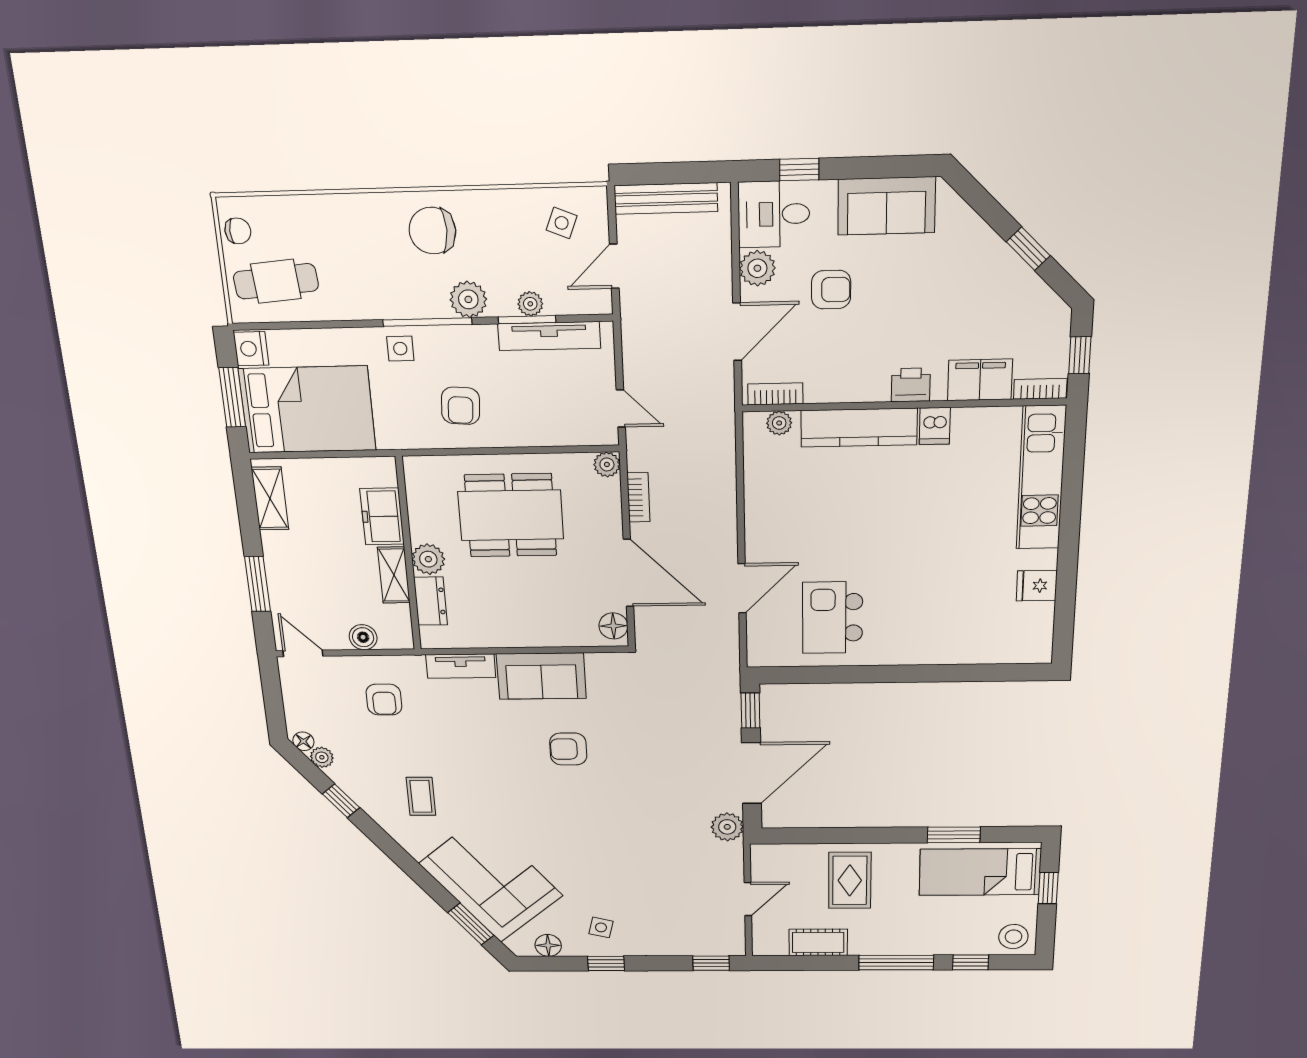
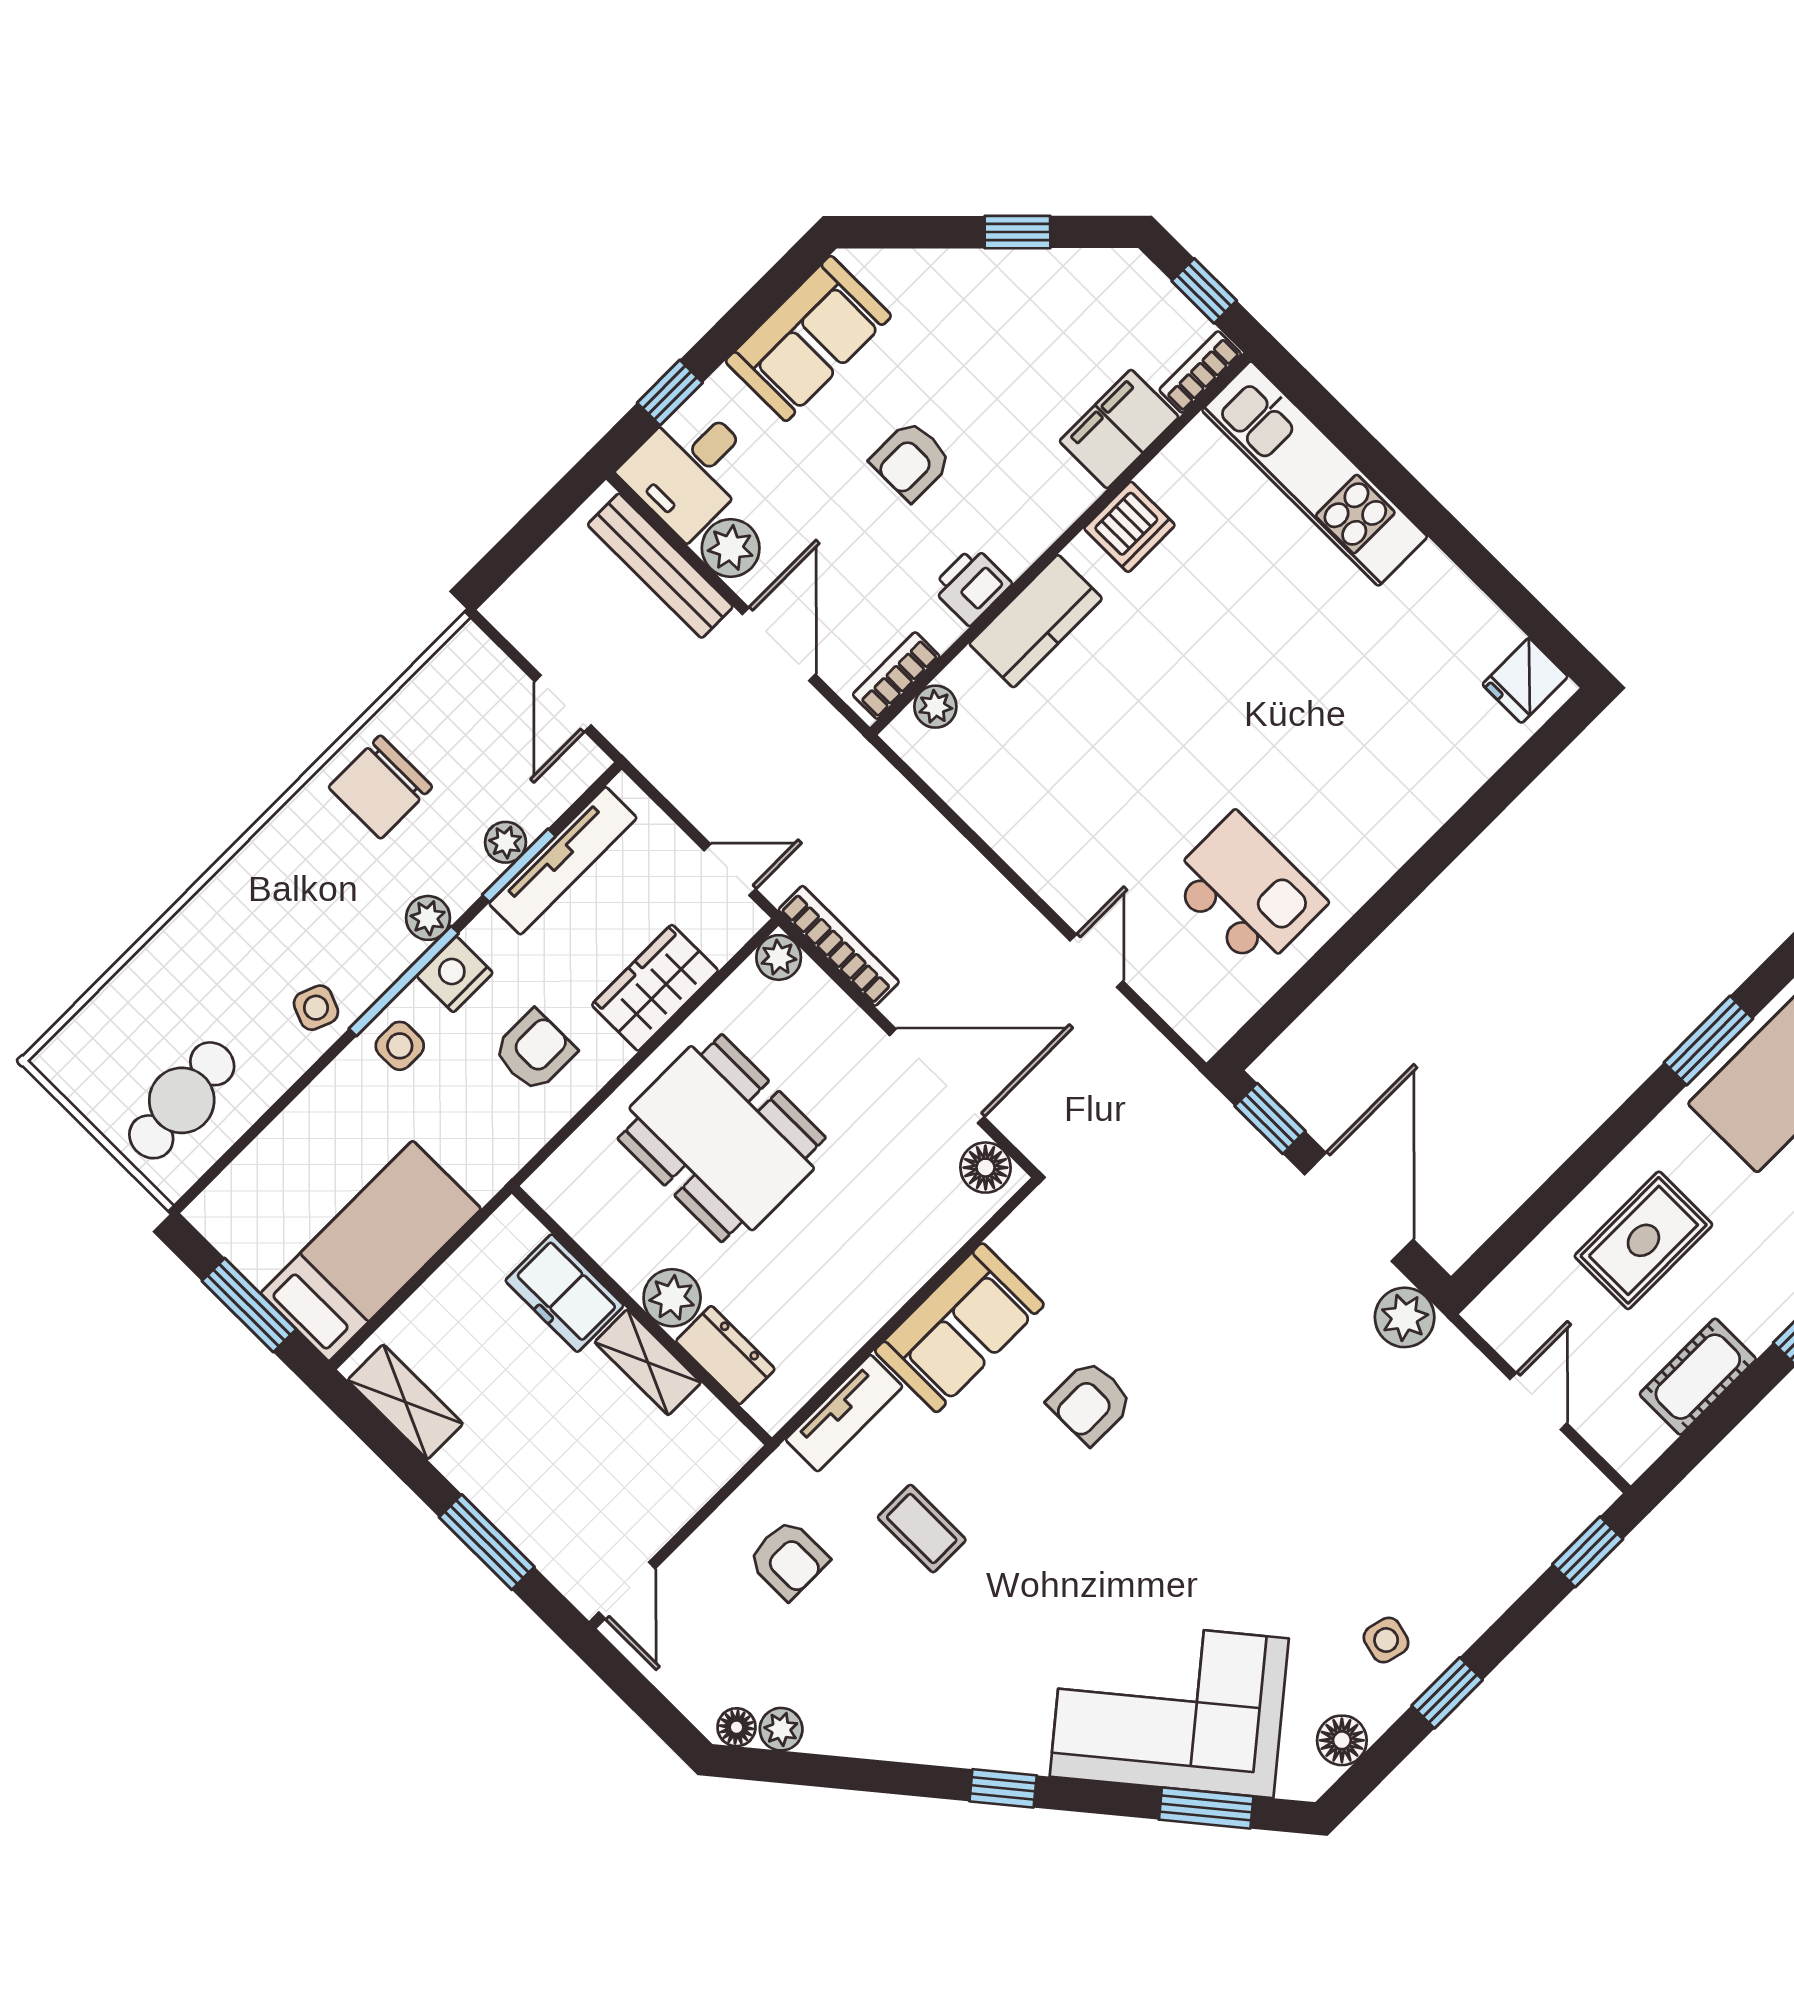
bench: (666, 199) -> (660, 566), moved, turned 90
side table: (562, 223) -> (316, 1008), moved
chair: (238, 231) -> (87, 1079), removed
chair: (432, 231) -> (380, 787), moved
armchair: (831, 290) -> (911, 461), moved, turned 180
plant: (468, 299) -> (428, 918), width x0.73, depth x0.73
nightstand: (251, 349) -> (455, 974), moved, turned 90
printer: (911, 385) -> (971, 586), moved
armchair: (461, 406) -> (535, 1051), turned -94
bed: (307, 410) -> (371, 1251), width x0.67
dishwasher: (935, 426) -> (1129, 527), width x1.38
wardrobe: (540, 428) -> (655, 988), added
kitchen counter: (859, 428) -> (1036, 621), width x0.67
bookcase: (639, 497) -> (839, 946), width x1.56
dining table: (511, 515) -> (722, 1138), turned 90
fridge: (1037, 586) -> (1525, 680), moved
door: (742, 588) -> (1097, 961), width x0.73
kitchen island: (833, 618) -> (1247, 892), turned 180
boiler: (363, 637) -> (684, 1491), removed
door: (303, 653) -> (627, 1591), swing flipped
coffee table: (421, 796) -> (922, 1529), moved
window: (341, 801) -> (1003, 1788), moved
rug: (850, 880) -> (1643, 1240), turned 90

